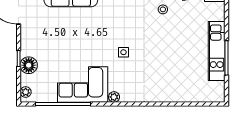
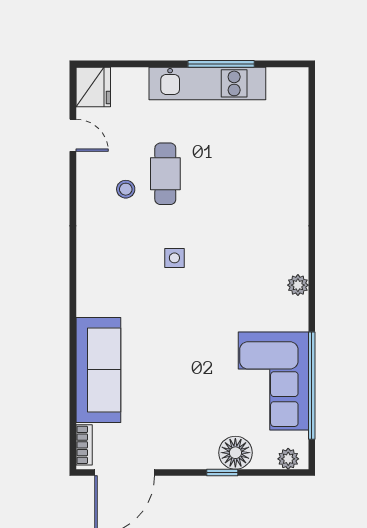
cafe table: (171, 30) -> (165, 174), added
side table: (123, 52) -> (174, 258), moved
corner sofa: (83, 85) -> (273, 381), moved

